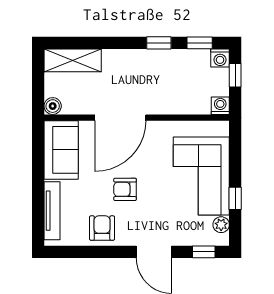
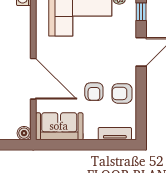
armchair: (125, 189) -> (94, 92), moved
tv unit: (52, 211) -> (115, 134), width x0.71

